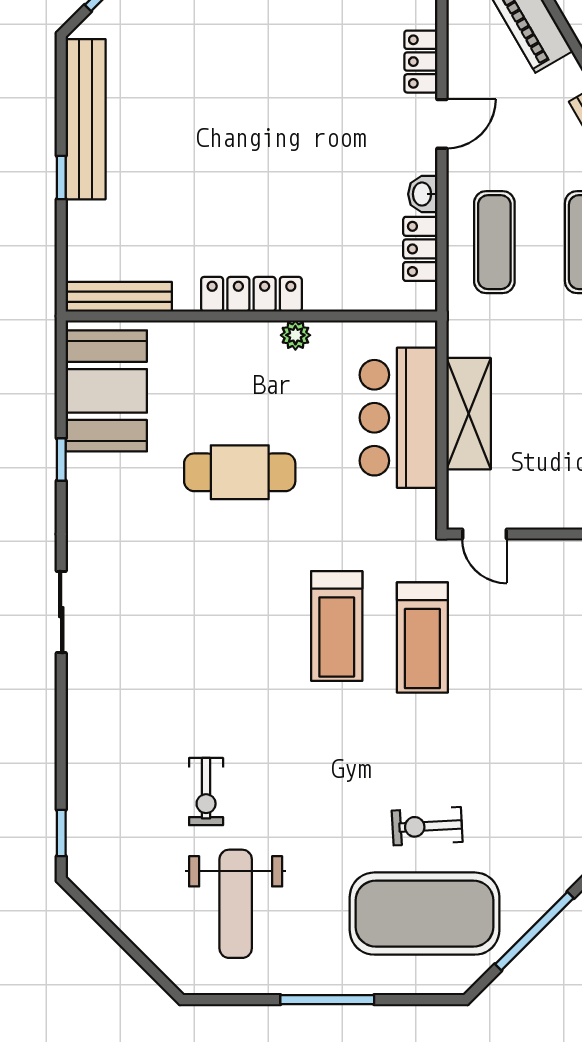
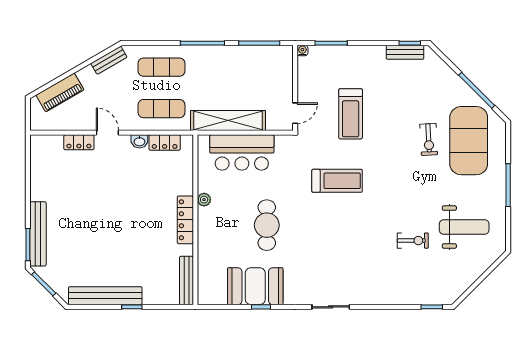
booth: (106, 391) -> (255, 286), moved
shelving: (469, 414) -> (228, 120), width x1.47
treadmill: (422, 638) -> (351, 114), moved, turned 90

